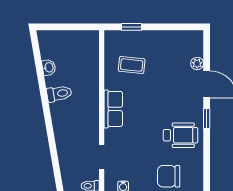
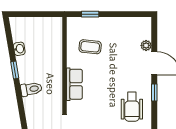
window: (43, 92) -> (15, 70), added
toilet: (59, 94) -> (31, 89), moved
wheelchair: (181, 135) -> (132, 107), turned 90

